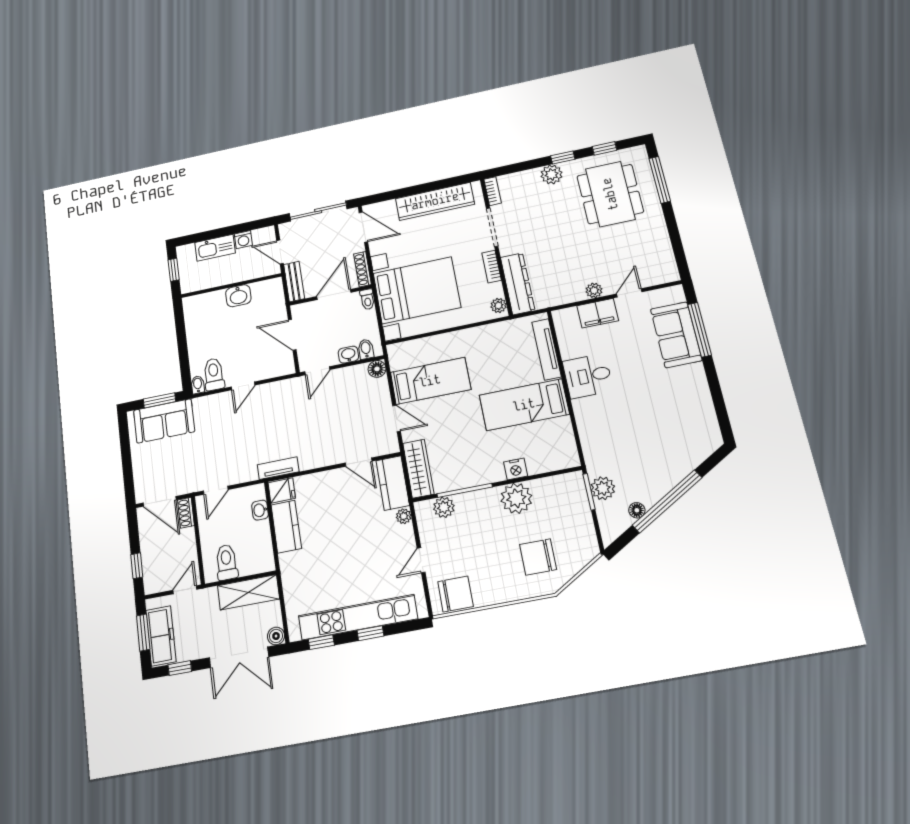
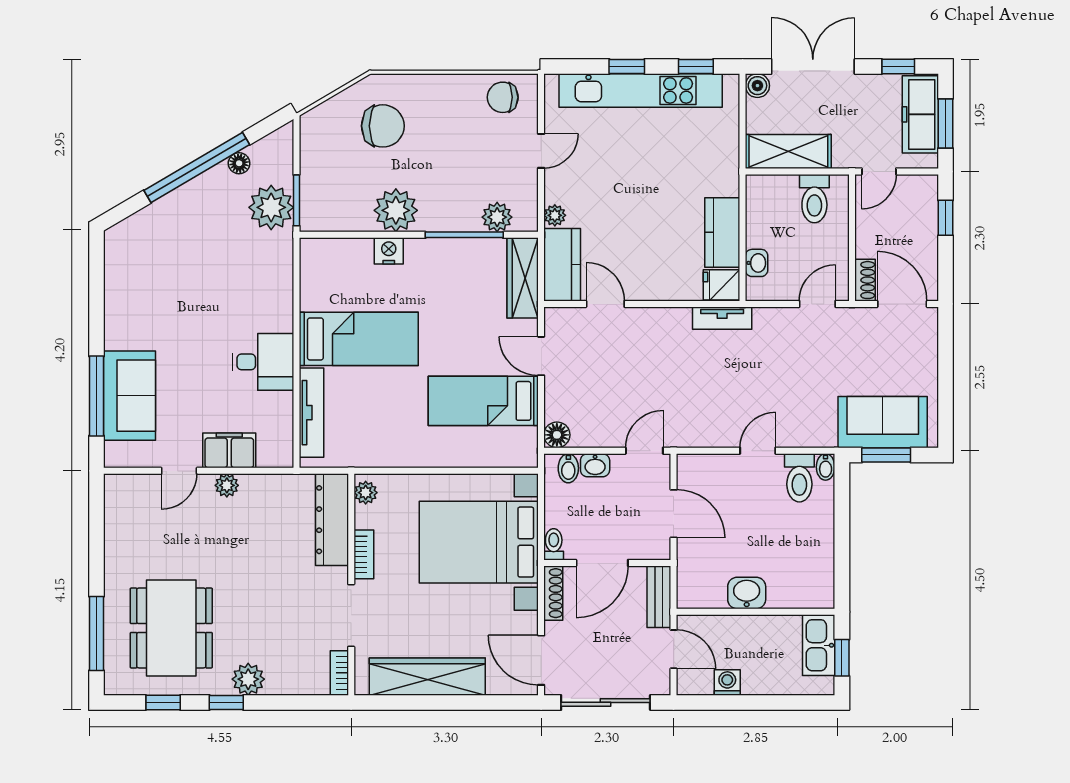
kitchen sink: (215, 248) -> (819, 645), moved, turned -90
plant: (603, 488) -> (271, 207), width x1.36, depth x1.36
chair: (455, 594) -> (503, 97), width x0.73, depth x0.73

